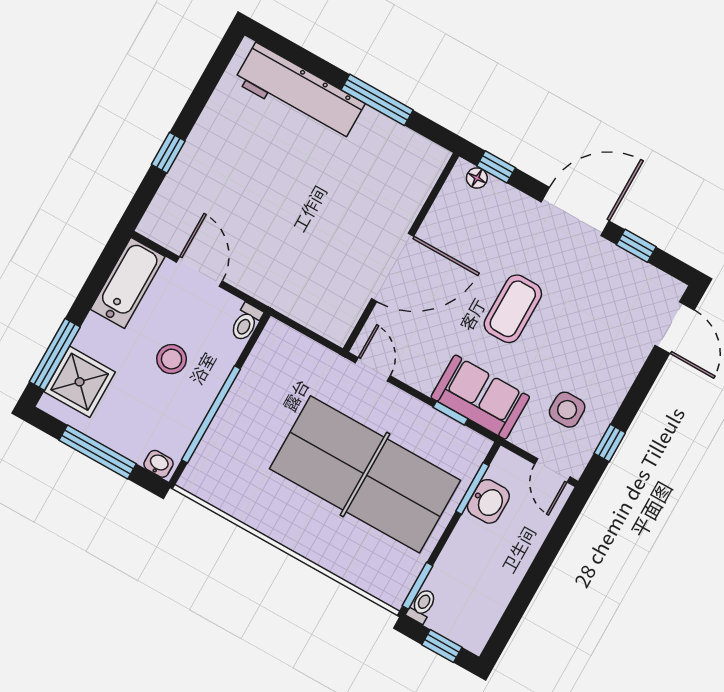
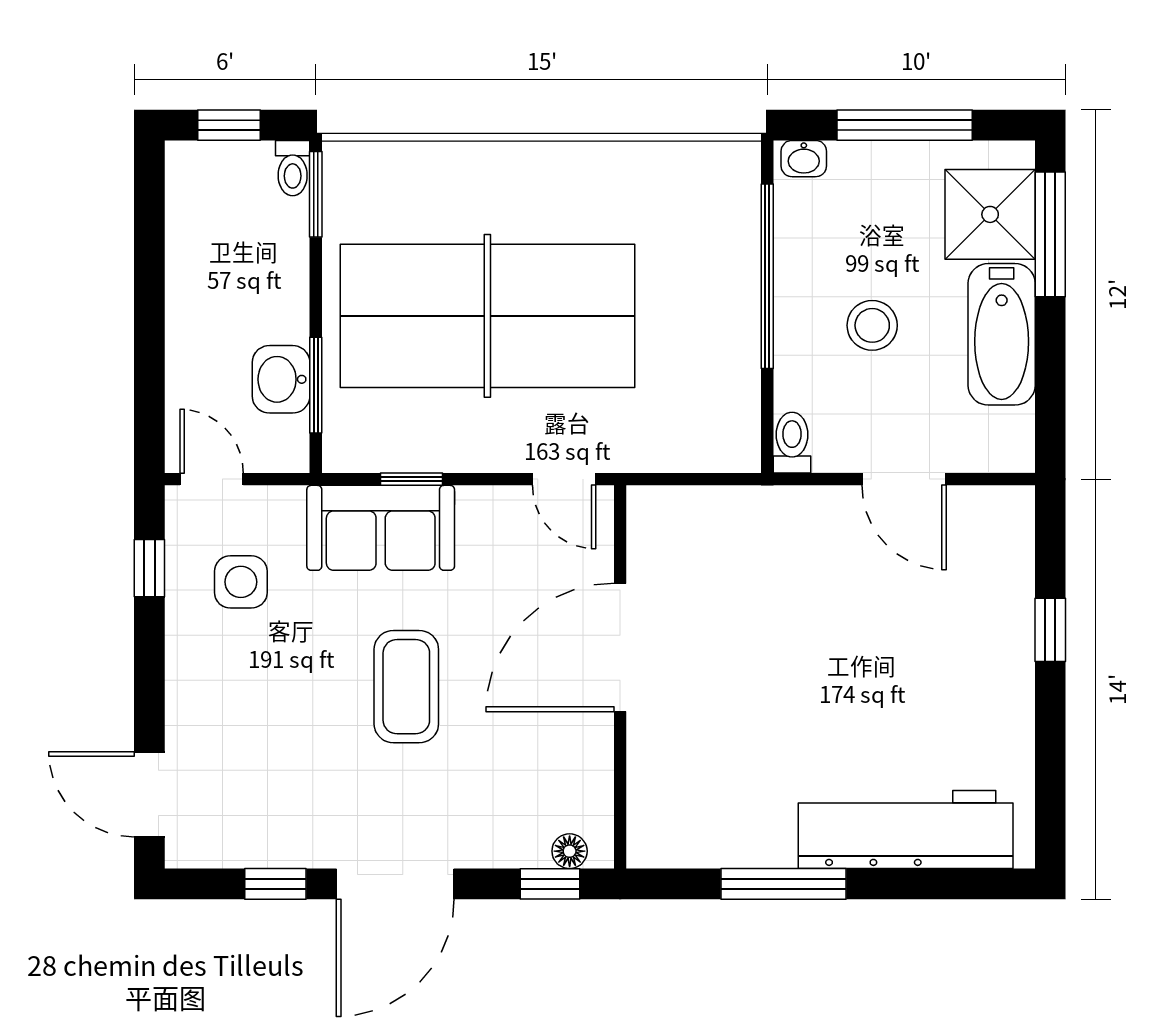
bathtub: (128, 283) -> (1002, 334), moved

